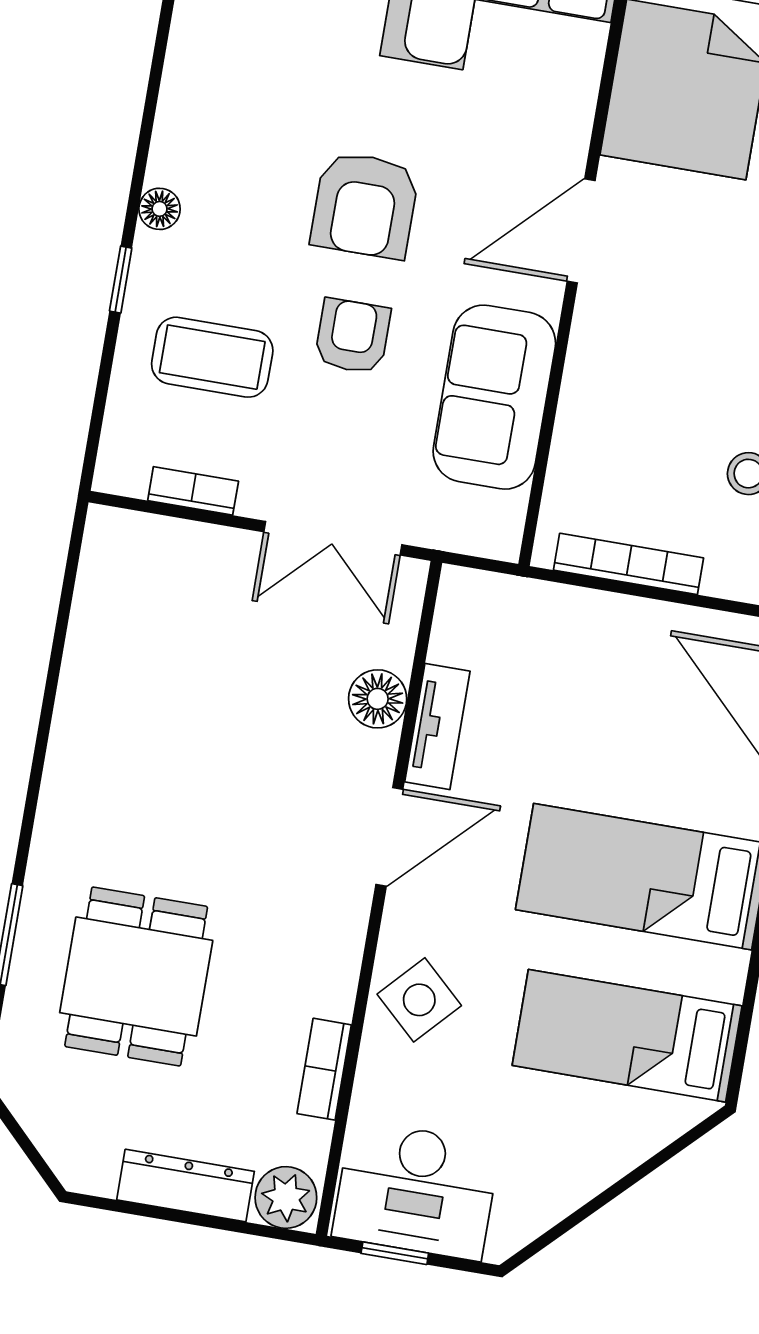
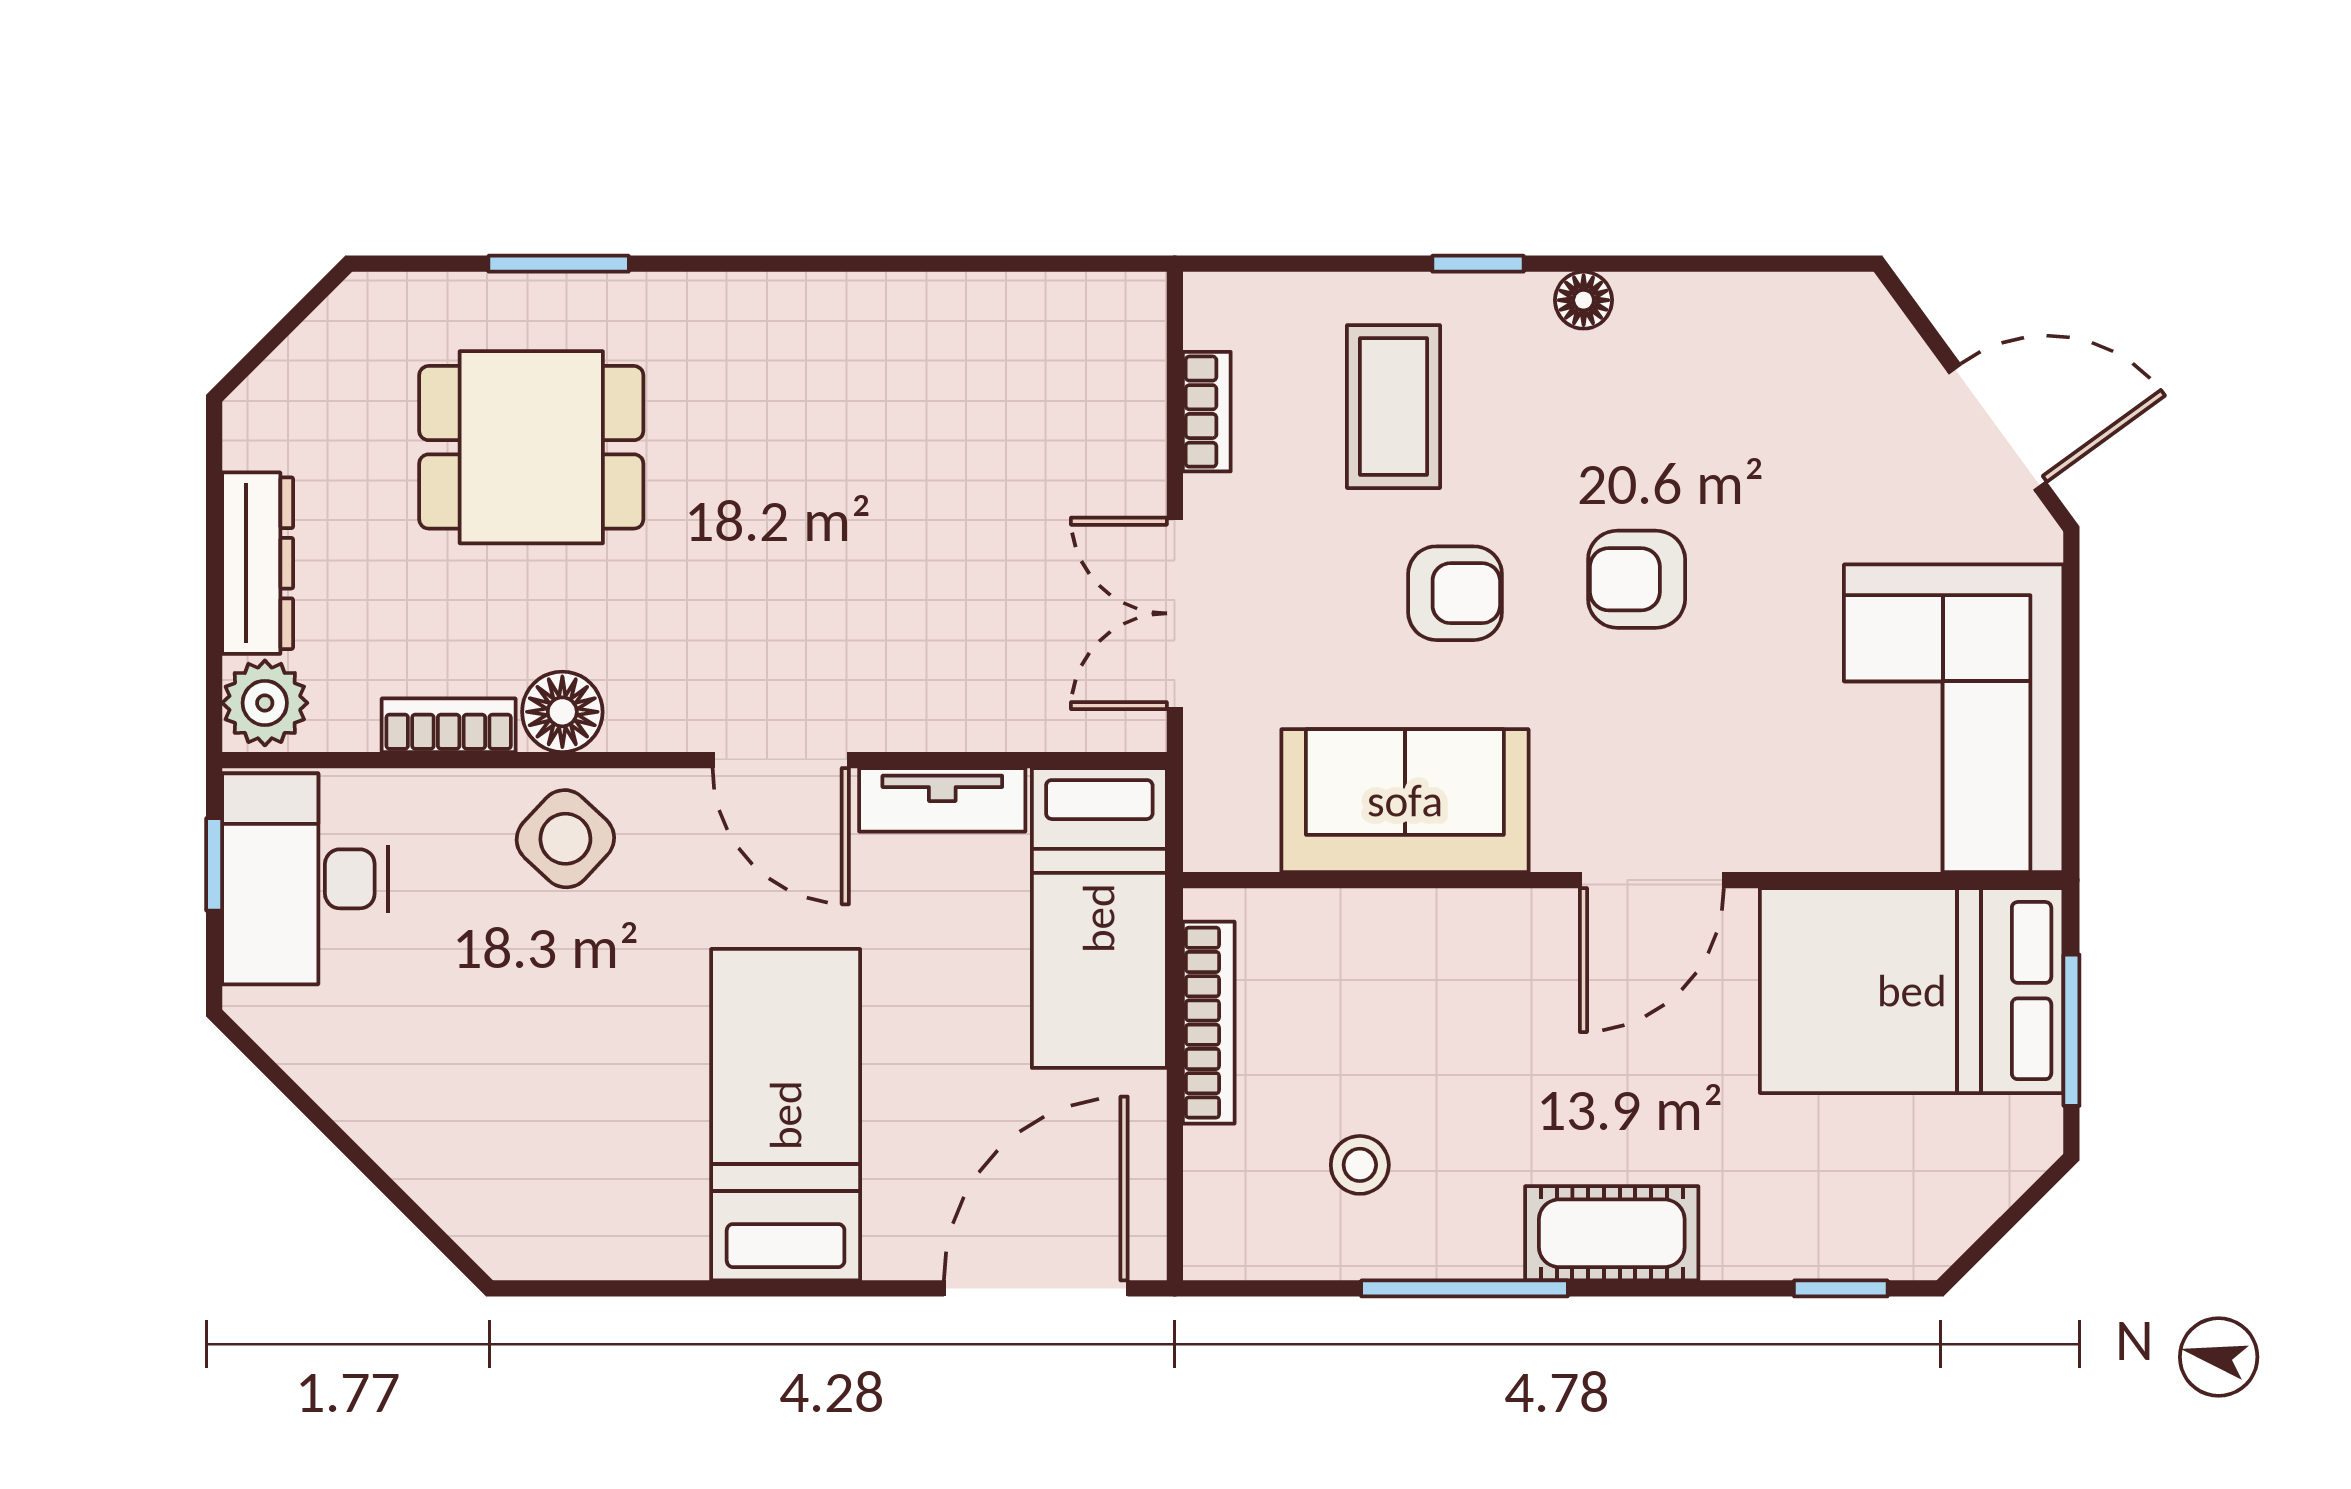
armchair: (365, 205) -> (1637, 579), width x0.72, depth x0.72
door: (581, 231) -> (1652, 880), swing flipped
floor lamp: (378, 699) -> (562, 712), moved
bed: (627, 1036) -> (1099, 918), moved, turned 180

